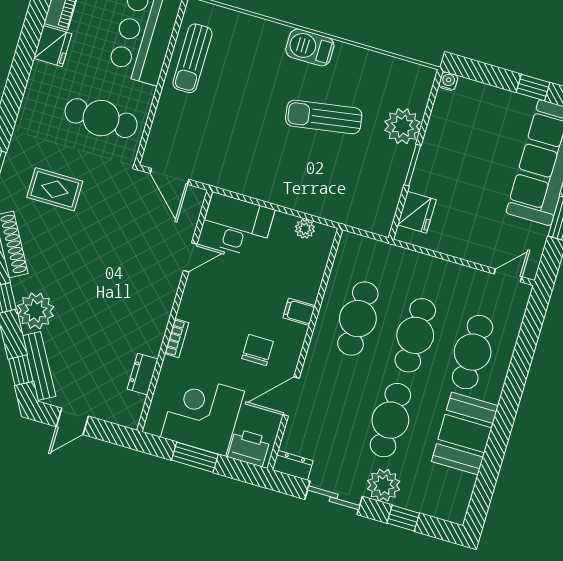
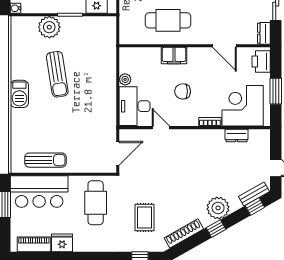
plant: (305, 229) -> (125, 79), moved
filing cabinet: (299, 312) -> (174, 56), width x2.00
chair: (257, 350) -> (183, 91), moved
bench: (39, 366) -> (254, 194), width x0.73
corner desk: (202, 414) -> (243, 106), moved, turned 90

